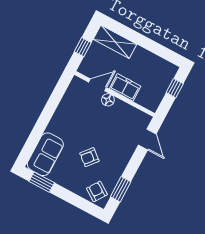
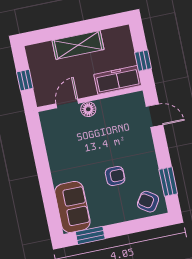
shelving: (115, 42) -> (78, 45), moved
freezer: (125, 87) -> (118, 80), moved, width x1.40
window: (175, 88) -> (143, 61), moved
armchair: (89, 157) -> (115, 176), turned -130

